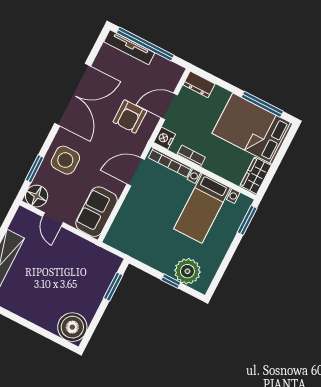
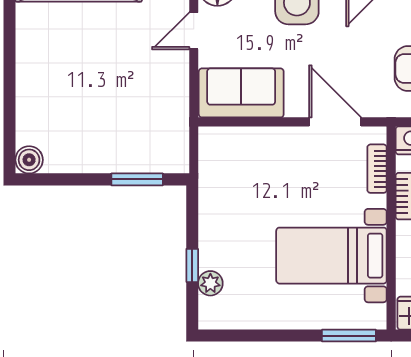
bookcase: (170, 163) -> (377, 169), width x0.64
plant: (187, 271) -> (210, 283), width x0.53, depth x0.53
boiler: (72, 327) -> (29, 160), width x0.54, depth x0.54

